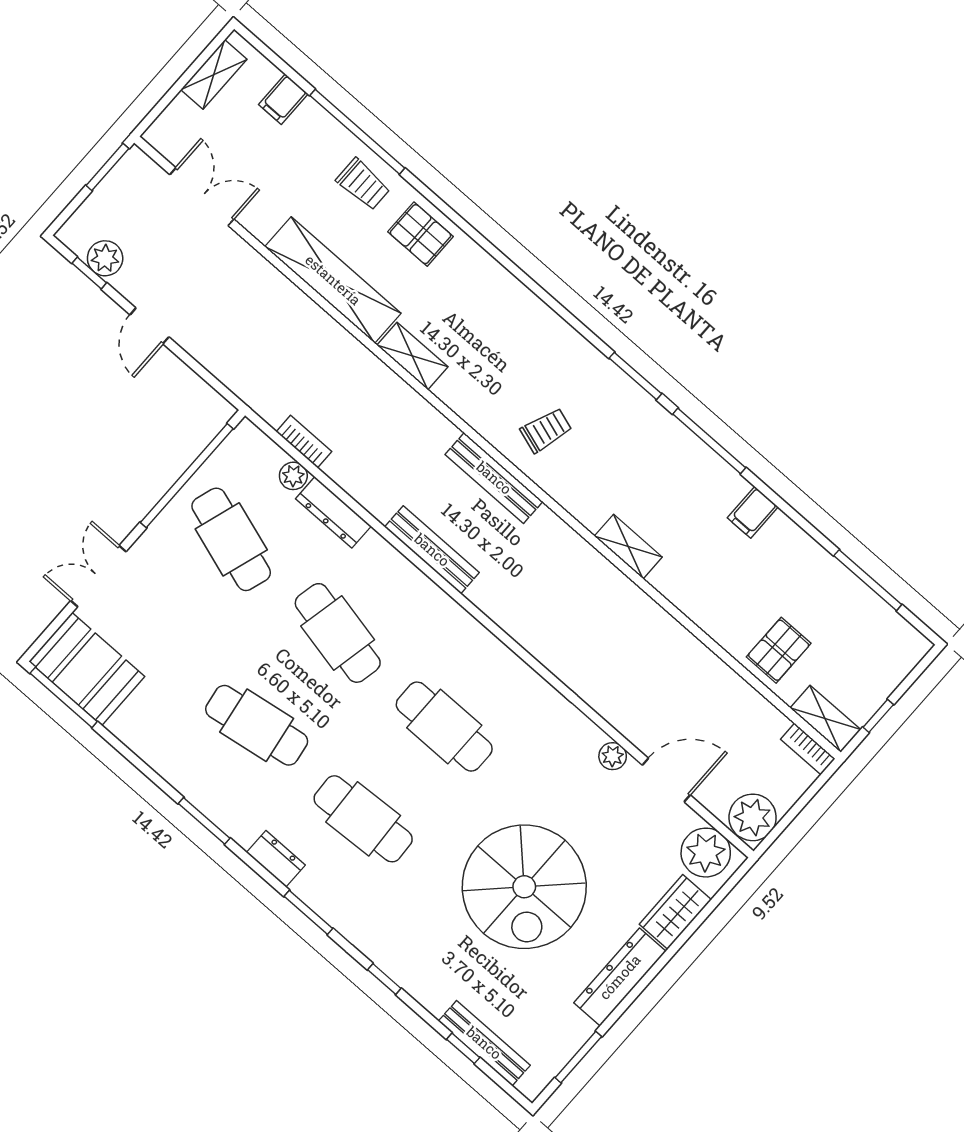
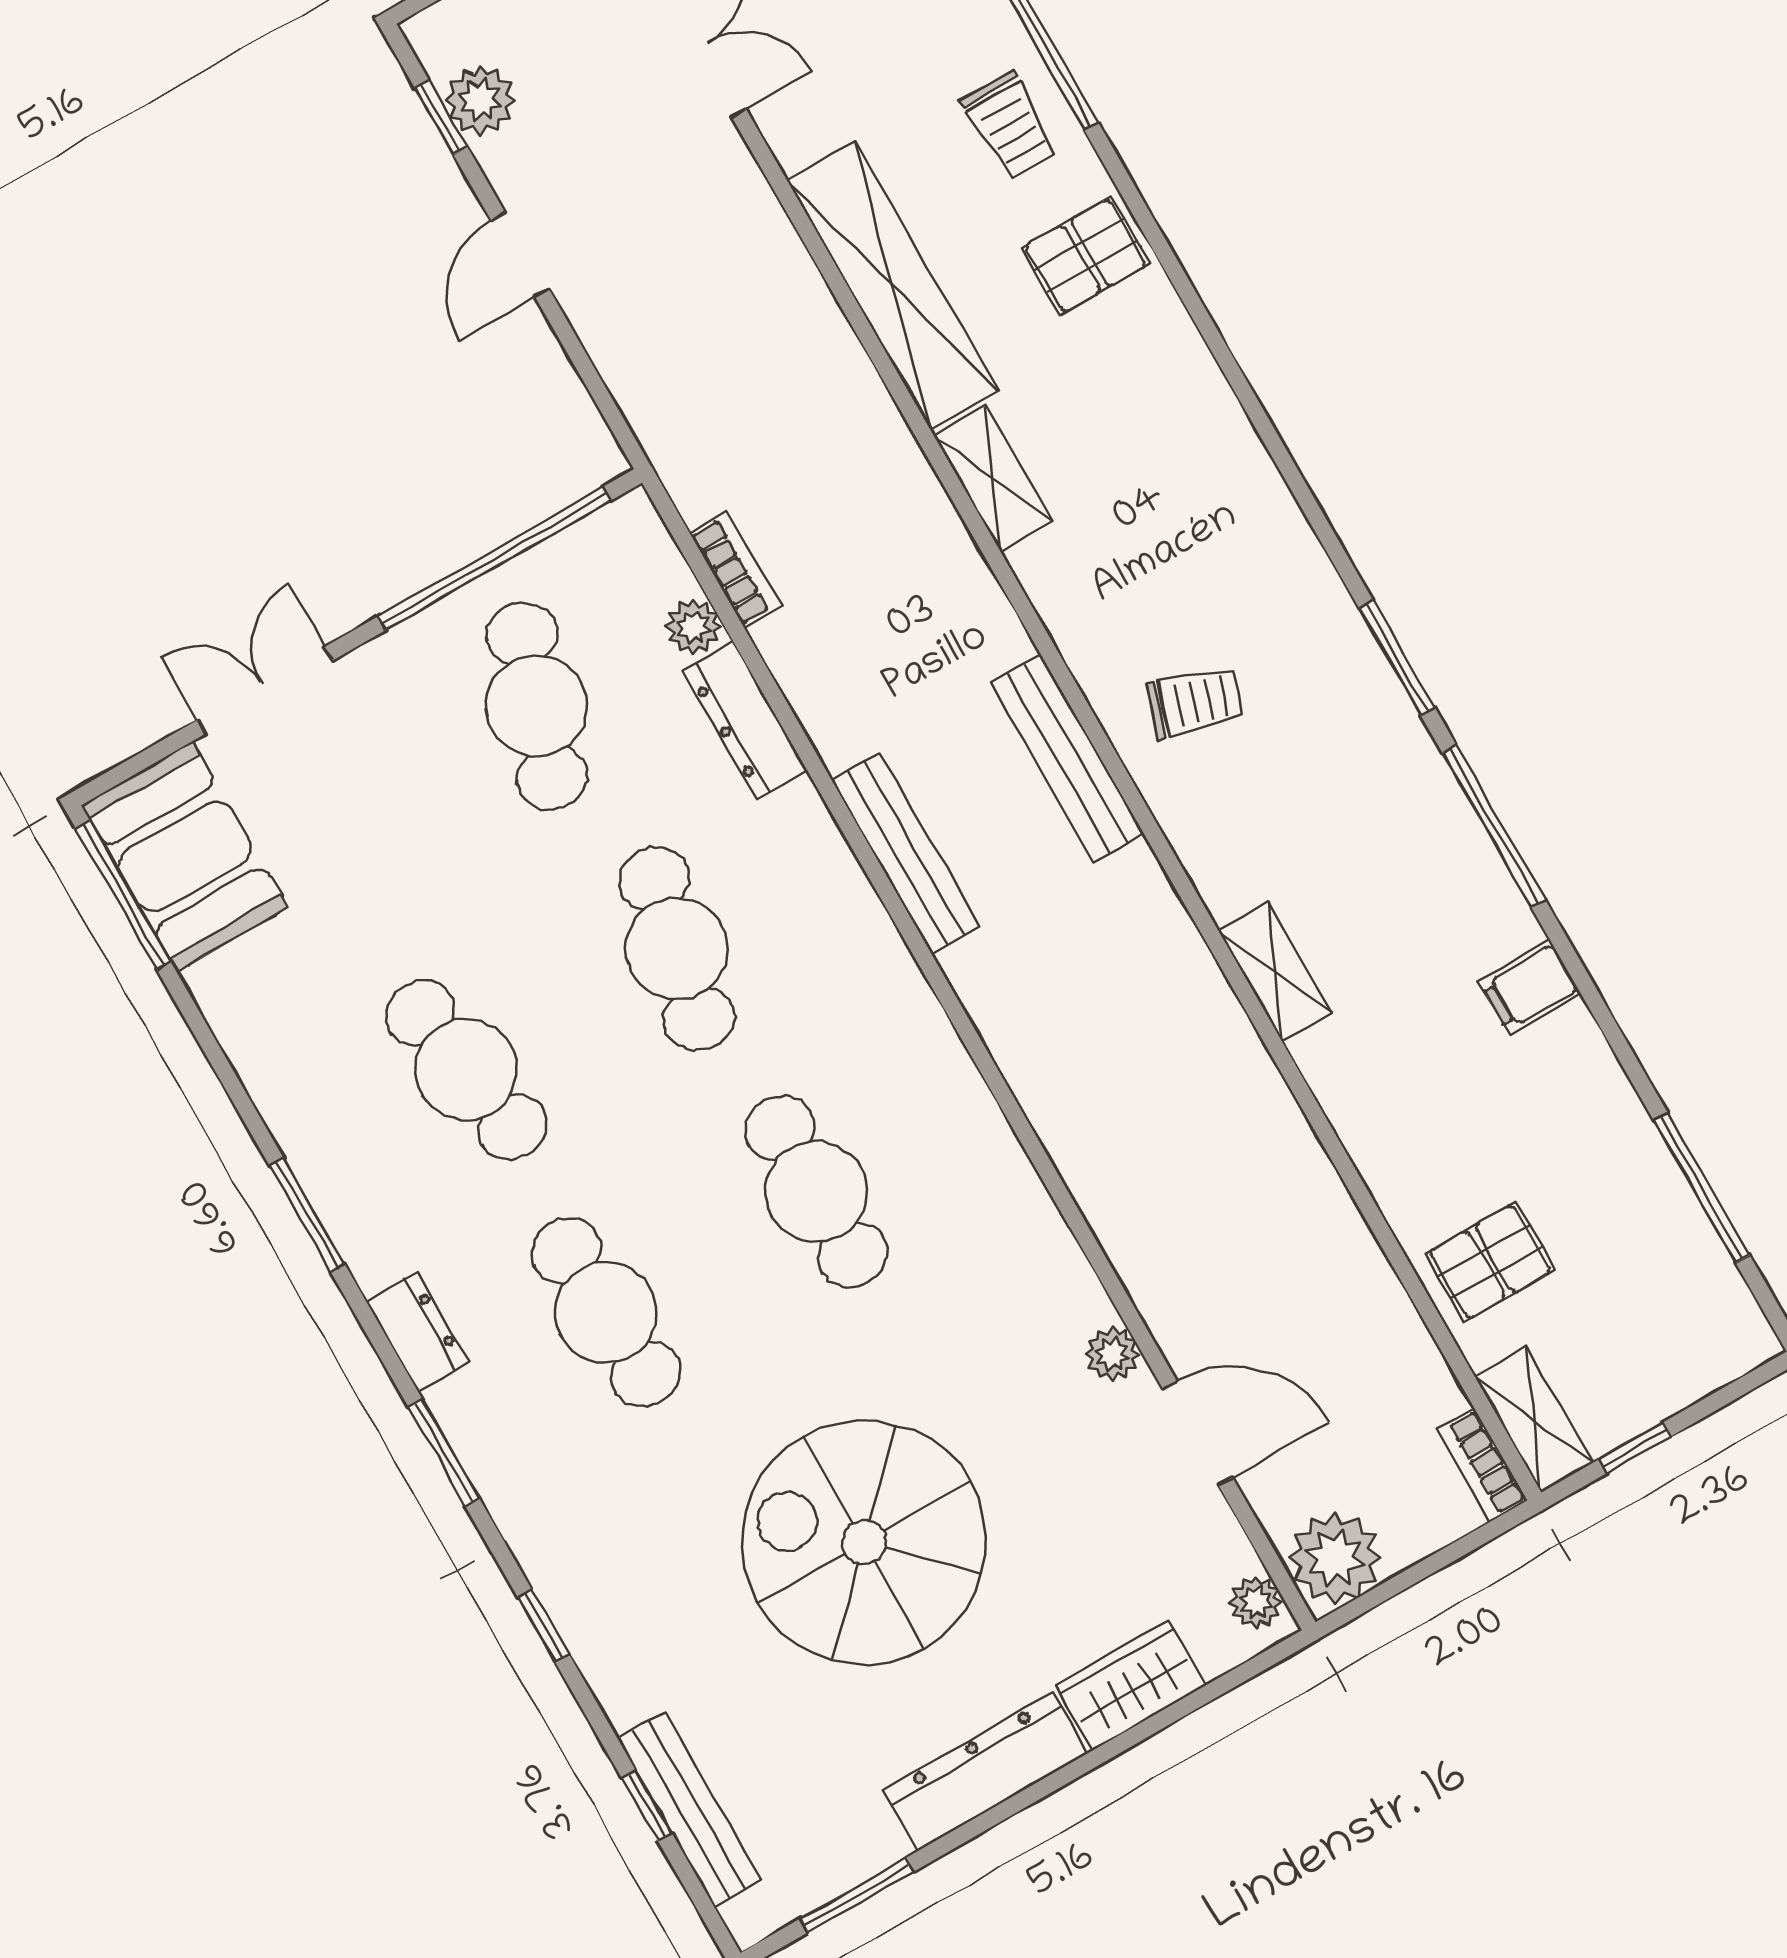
pallet: (421, 234) -> (1085, 256), turned 90
plant: (706, 853) -> (1256, 1602), width x0.53, depth x0.53
spiral stairs: (524, 887) -> (864, 1542), turned 90

